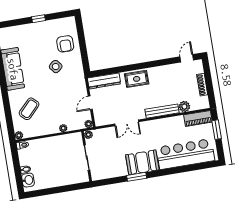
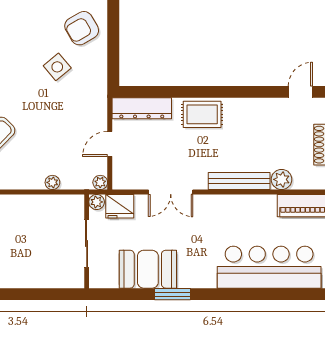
armchair: (65, 44) -> (82, 28), turned 60
fridge: (101, 135) -> (120, 206), added
booth: (142, 162) -> (148, 269), moved

